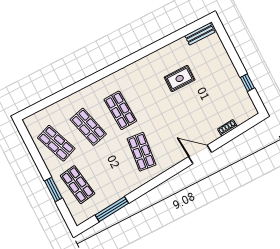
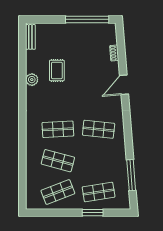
plant: (157, 58) -> (32, 80), added
window: (247, 83) -> (87, 19), width x3.17
shop shelf: (88, 127) -> (58, 161), turned 30

